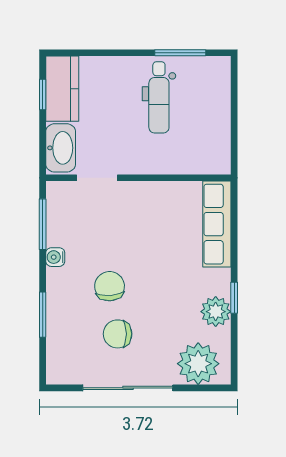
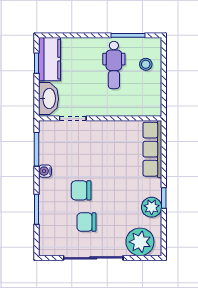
stool: (207, 96) -> (146, 64), added
chair: (110, 286) -> (81, 190), turned -86

